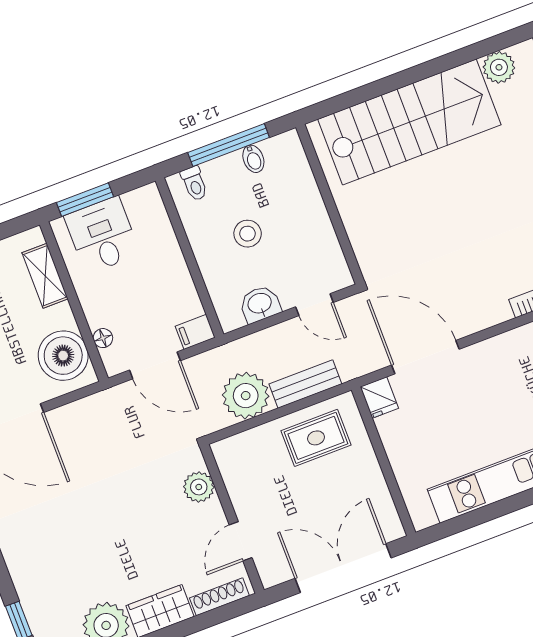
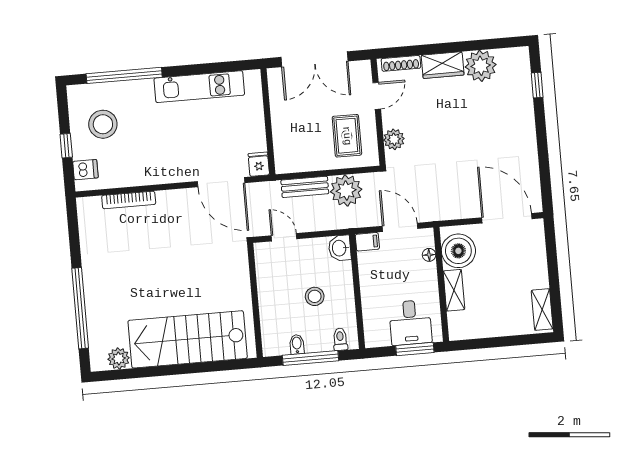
shelving: (45, 276) -> (454, 290), moved
washbasin: (260, 304) -> (340, 248), moved, turned 90
rug: (316, 438) -> (347, 136), moved, turned 90

